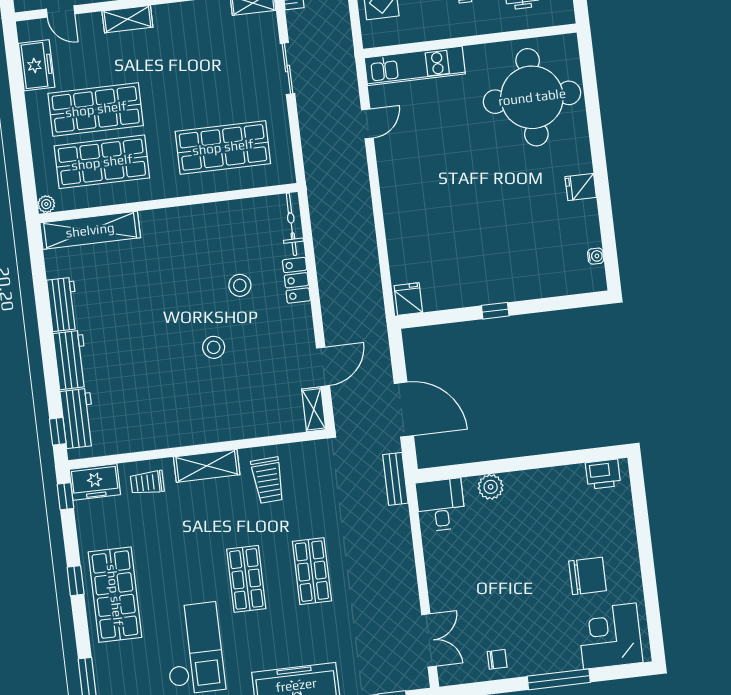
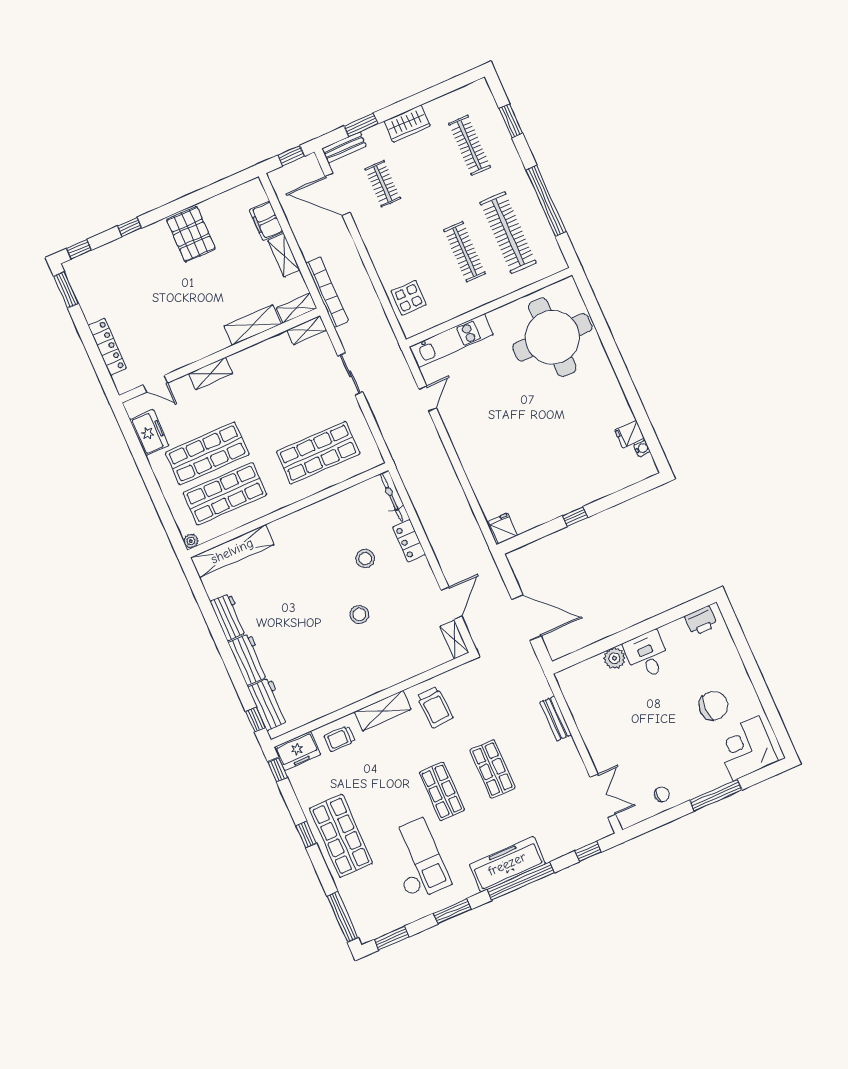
fridge: (581, 187) -> (630, 434), moved
bench: (395, 479) -> (556, 718), moved
desk: (441, 505) -> (647, 655), moved

